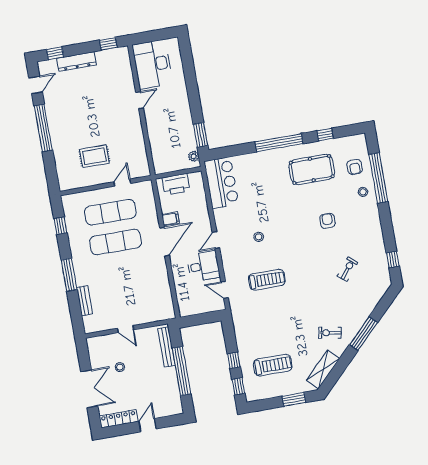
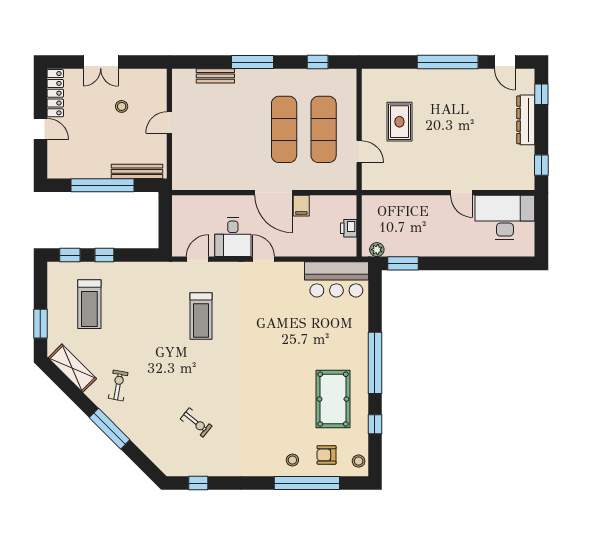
printer: (176, 184) -> (349, 228), width x0.53, depth x0.68
armchair: (327, 221) -> (263, 408), removed
stool: (259, 237) -> (359, 461), moved
double door: (89, 389) -> (101, 62), width x0.73

